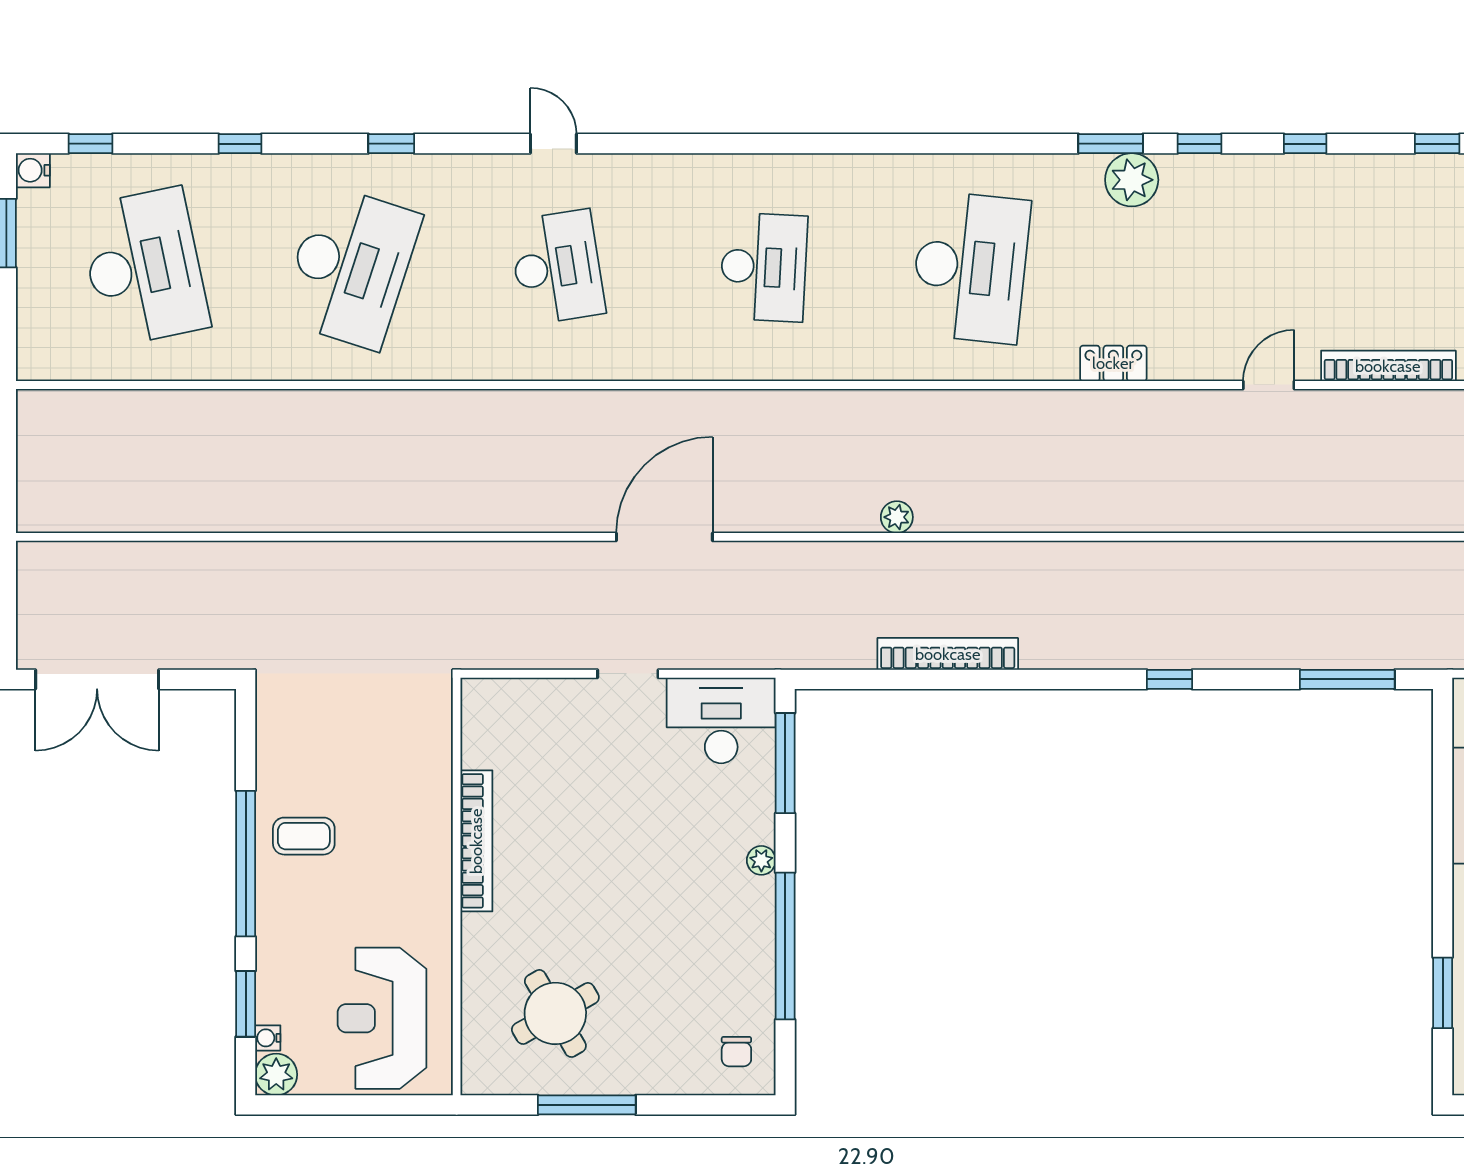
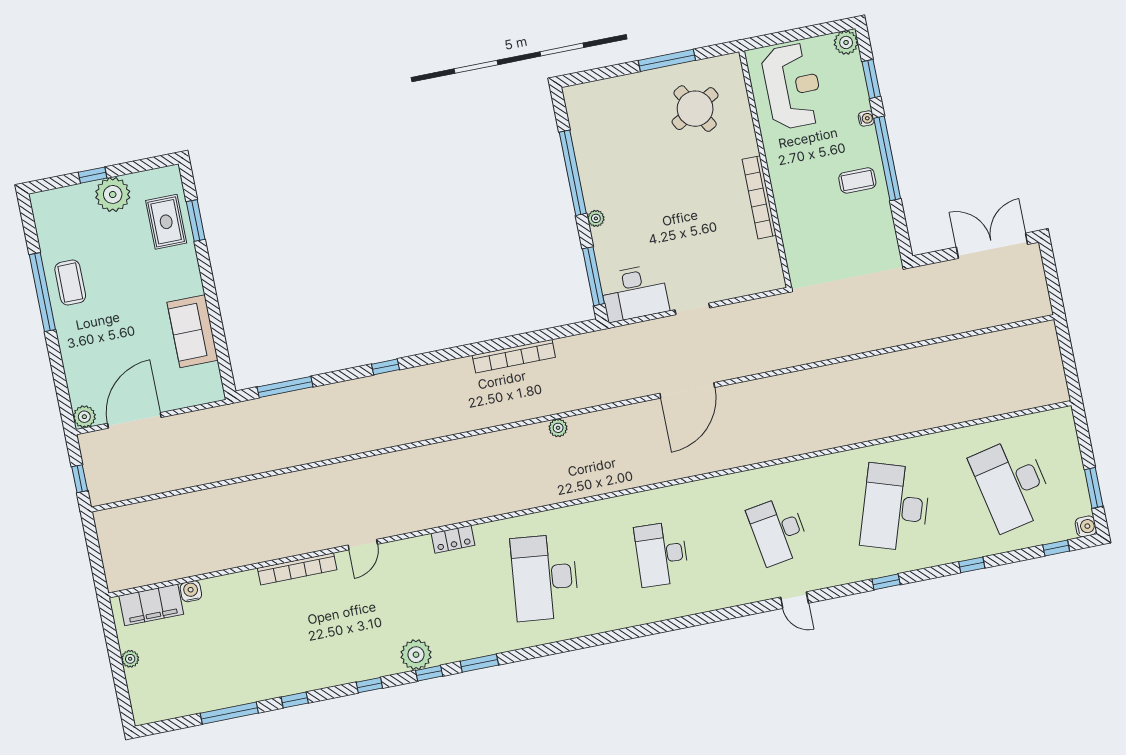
plant: (1132, 180) -> (416, 655), moved
water cooler: (268, 1038) -> (866, 118), moved
chair: (736, 1052) -> (588, 107), removed

